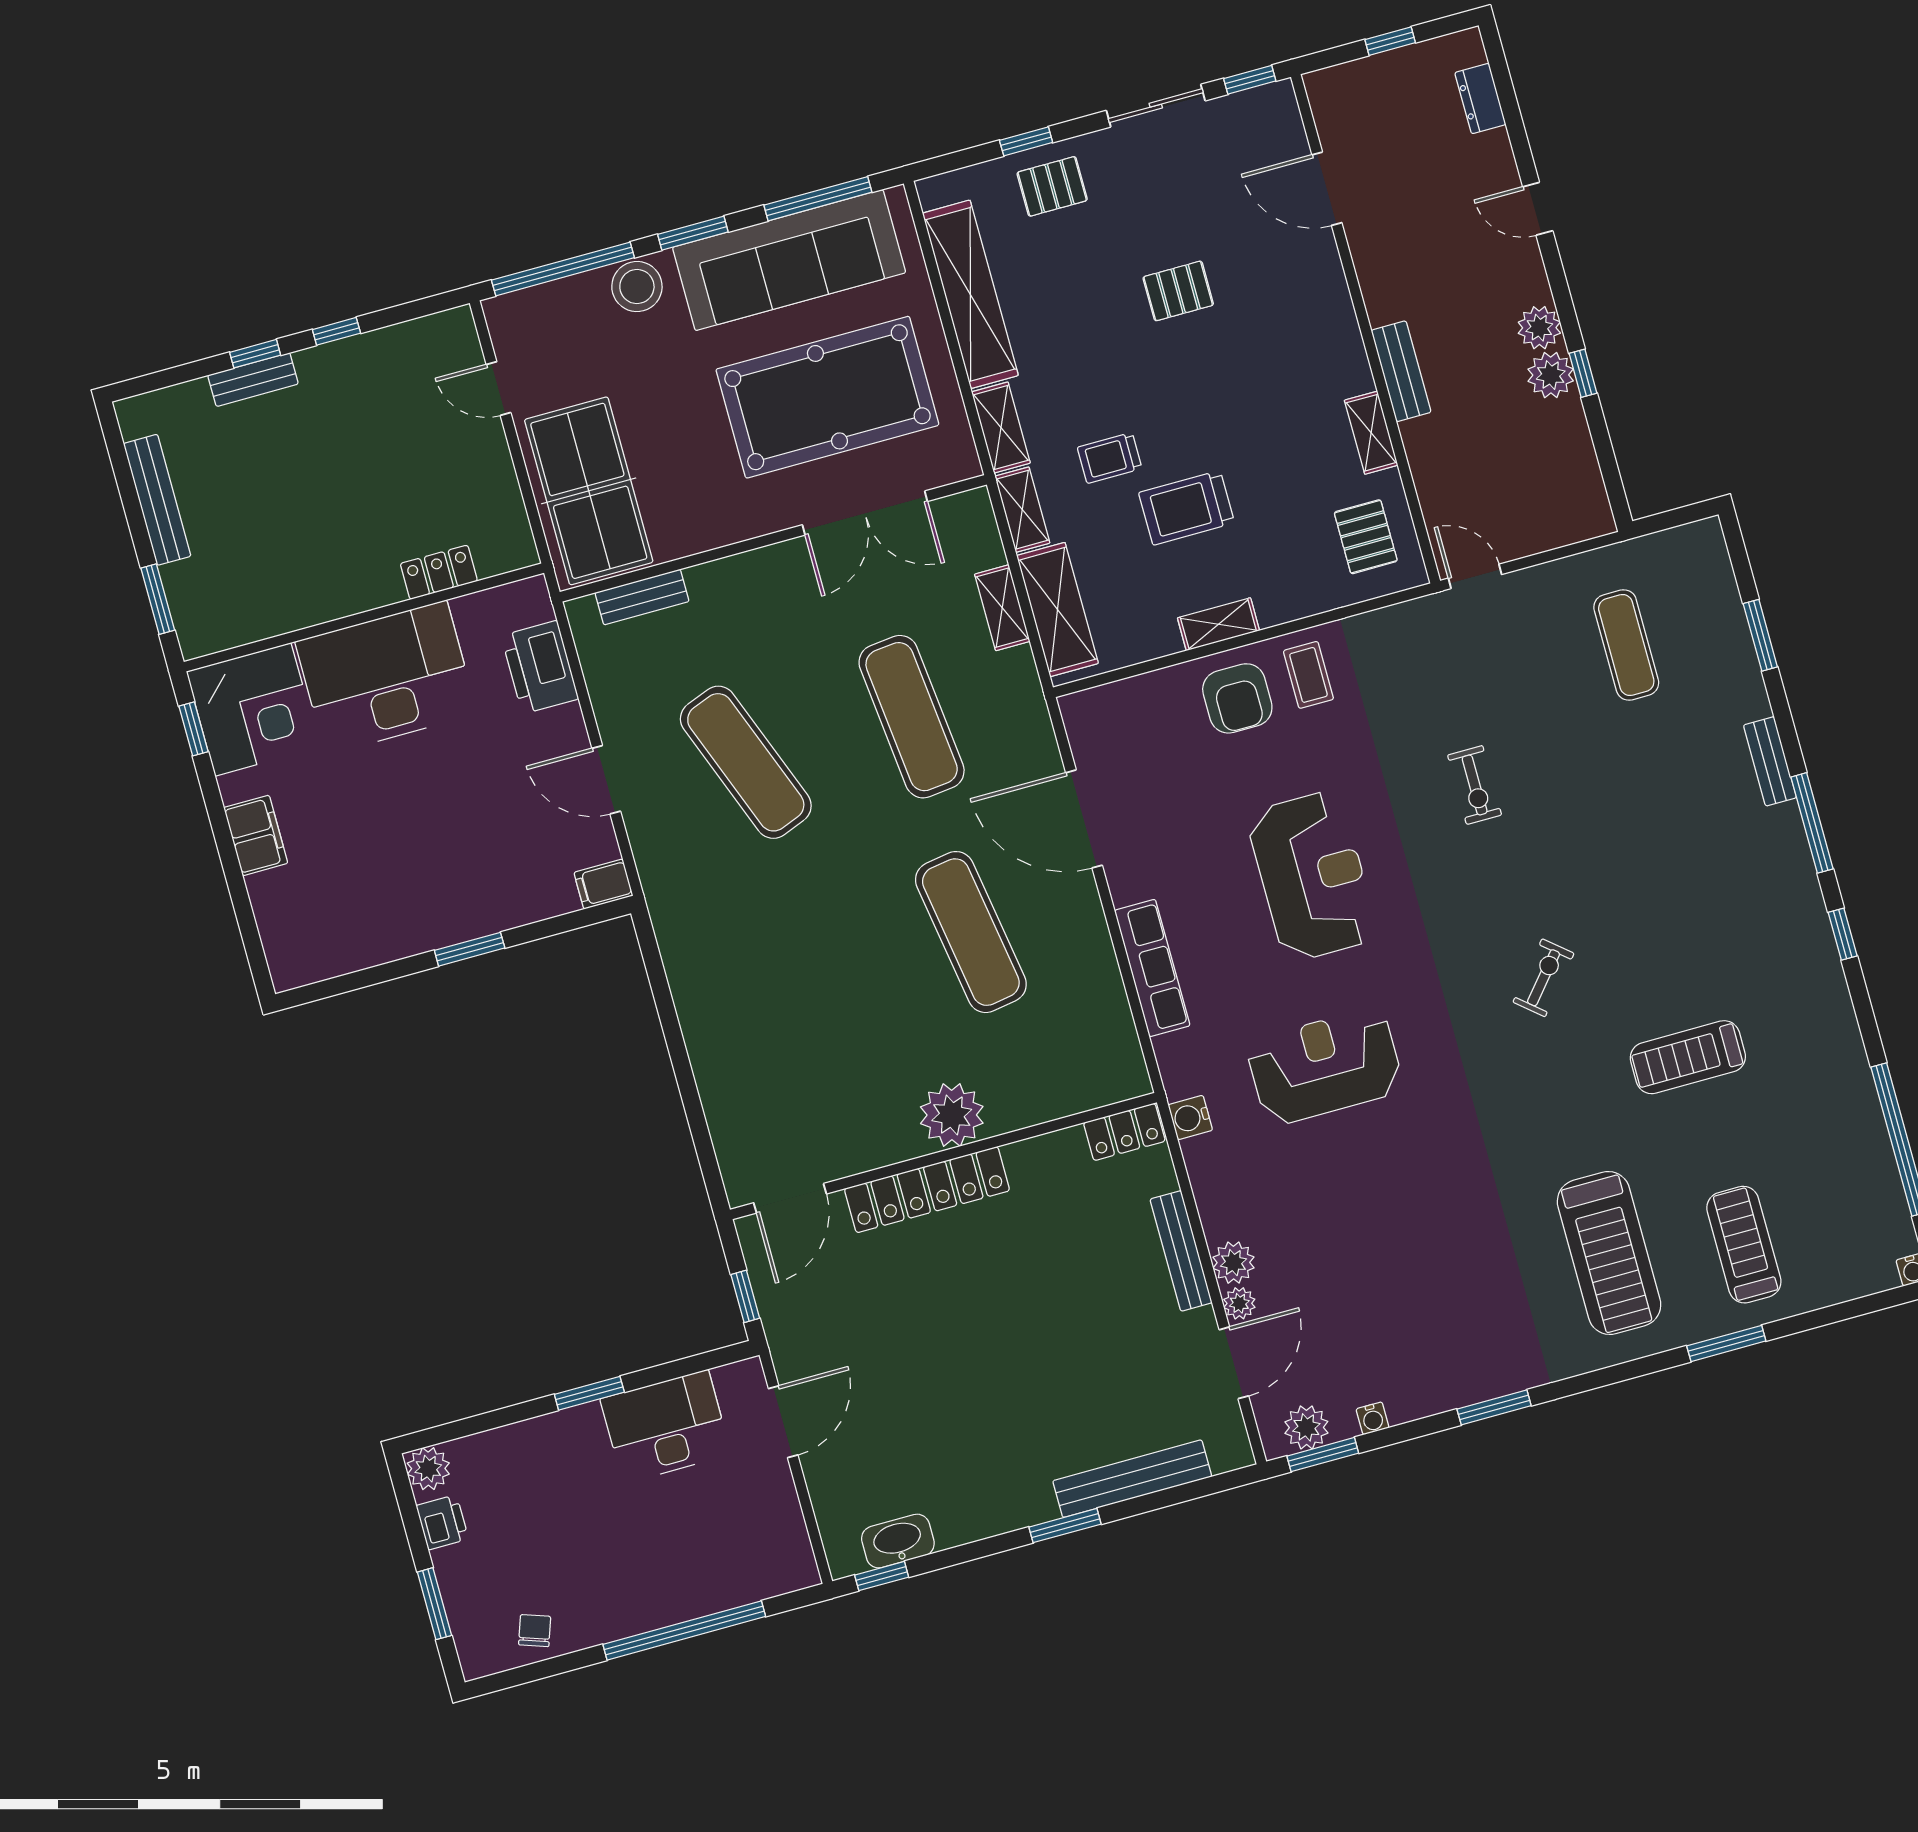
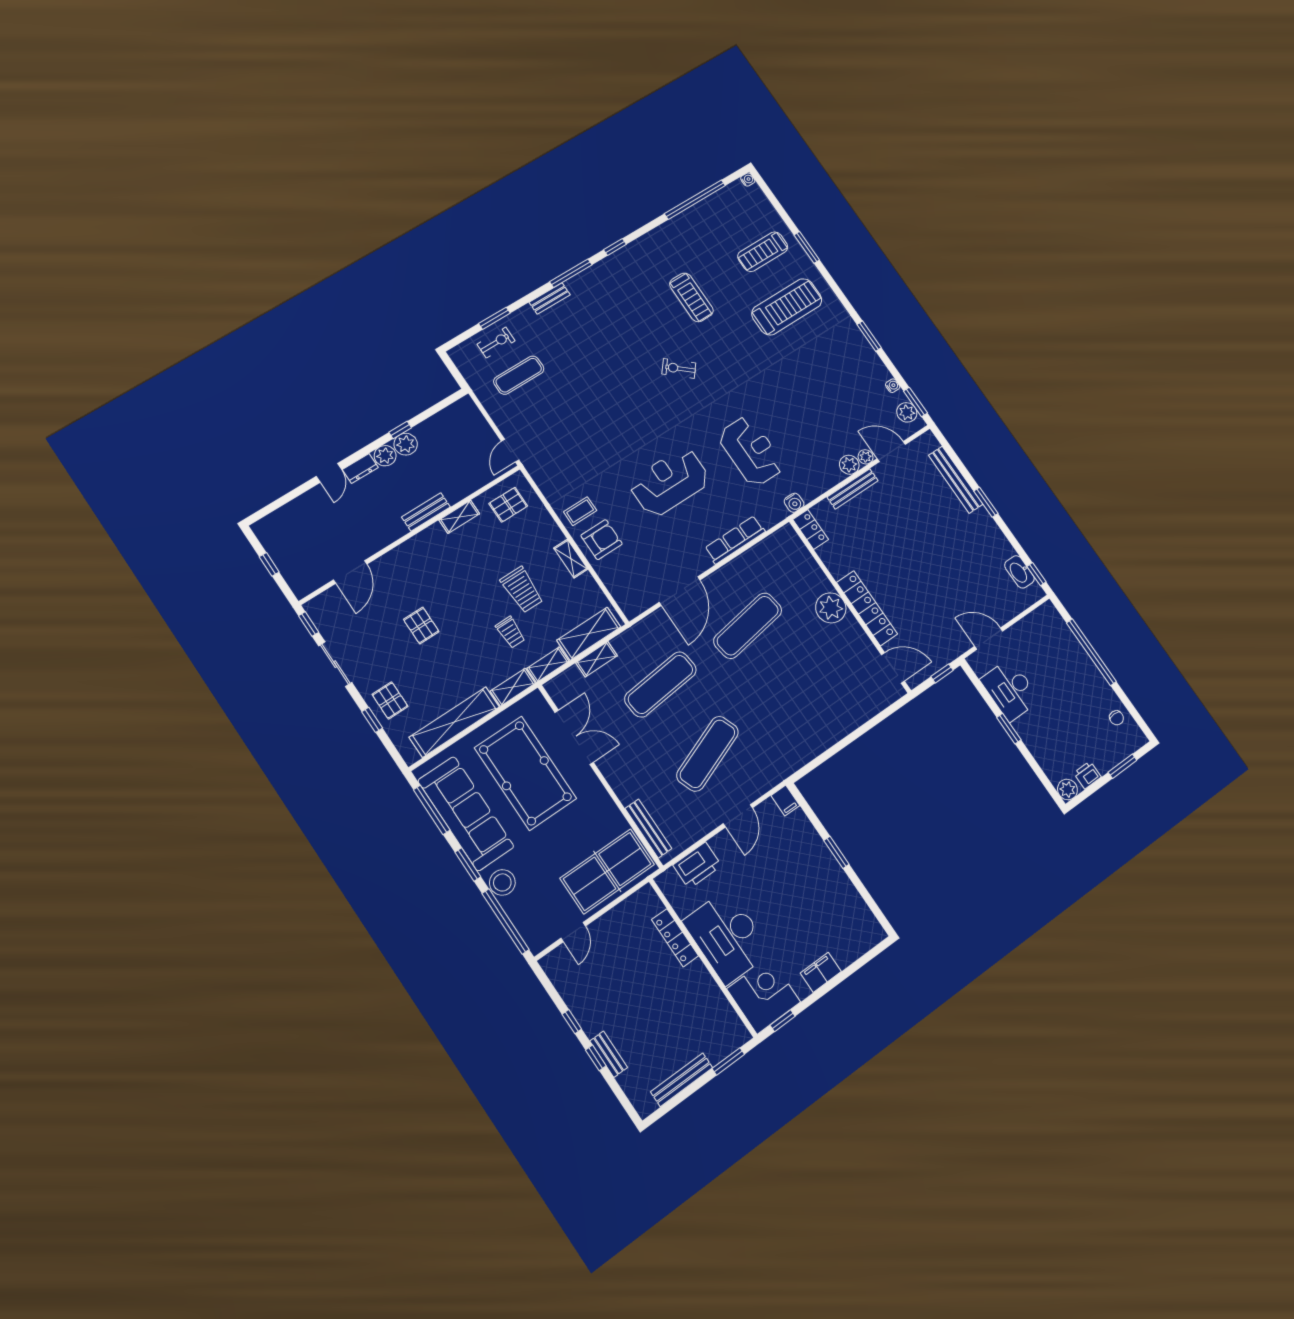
dresser: (1480, 99) -> (360, 469), moved
locker: (439, 572) -> (675, 938), width x1.53
bench: (642, 597) -> (648, 829), width x1.36
exercise bike: (1475, 785) -> (496, 343), moved
reception desk: (1325, 1066) -> (751, 451), turned 180
chair: (535, 1631) -> (1117, 718), turned -109

